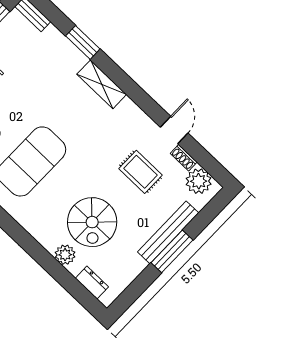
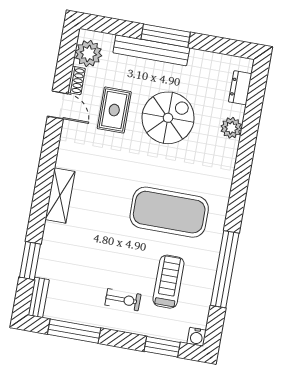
window: (83, 42) -> (30, 261), moved
door: (174, 130) -> (58, 105), swing flipped
spiral stairs: (92, 222) -> (168, 118), moved

